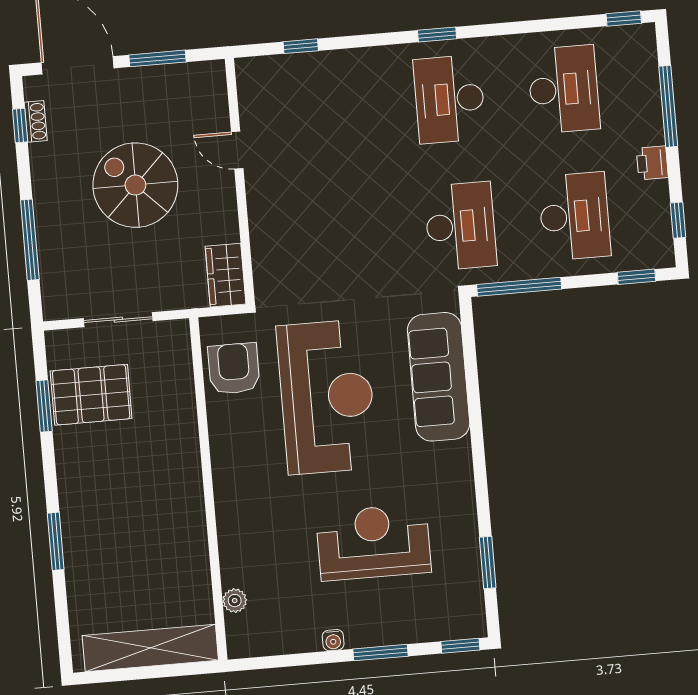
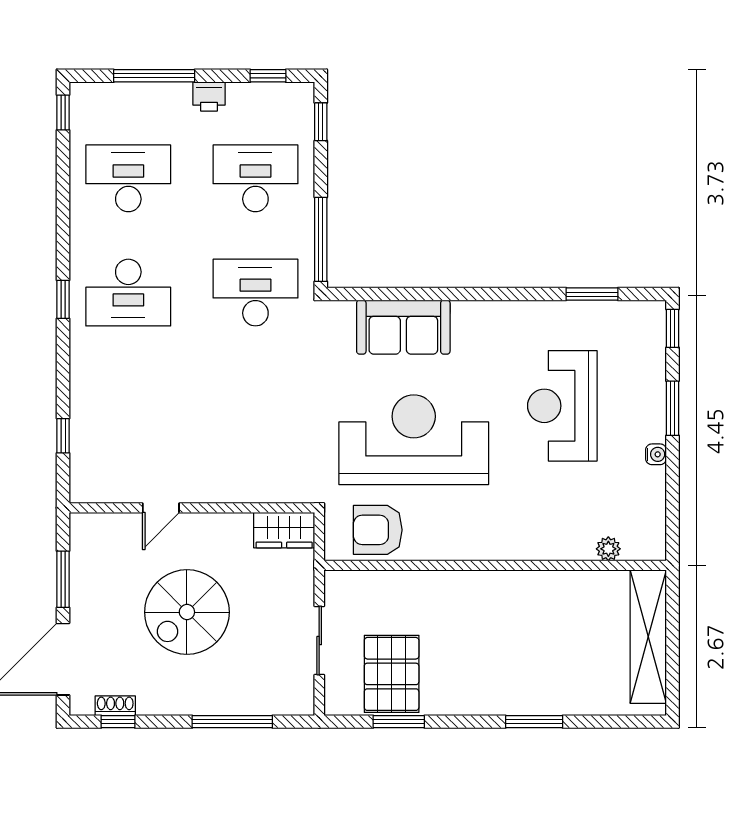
sofa: (439, 377) -> (403, 327), width x0.73

